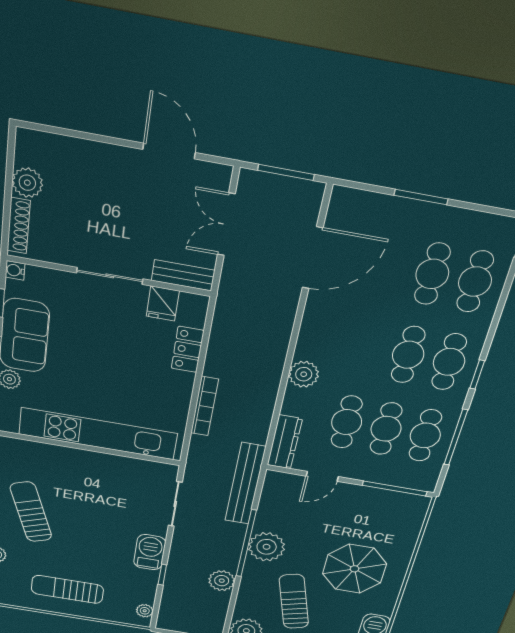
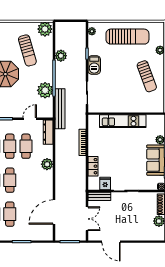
kitchen unit: (98, 434) -> (123, 121), width x0.73
plant: (267, 547) -> (45, 90), moved
sun lounger: (67, 589) -> (127, 37), width x1.36, depth x1.34

